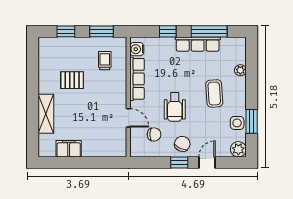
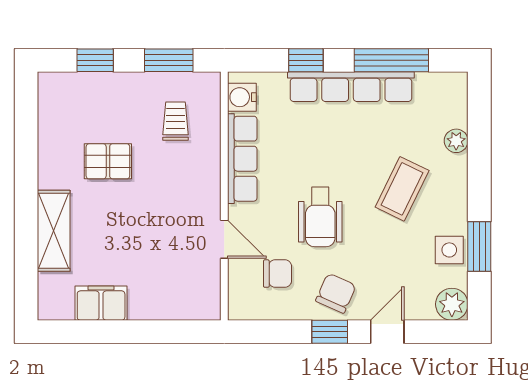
row of seats: (198, 44) -> (351, 87), width x1.36
coffee table: (214, 93) -> (402, 189), turned 30

